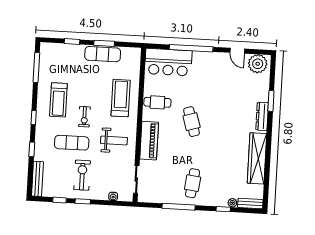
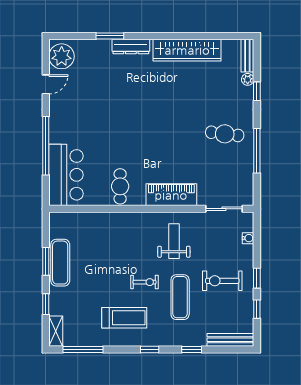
shelving: (51, 48) -> (56, 331), added
treadmill: (121, 98) -> (117, 235), removed
cafe table: (192, 122) -> (143, 140), removed

